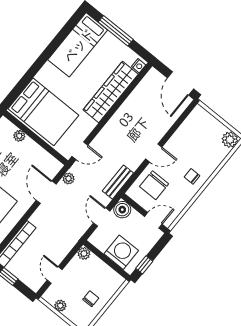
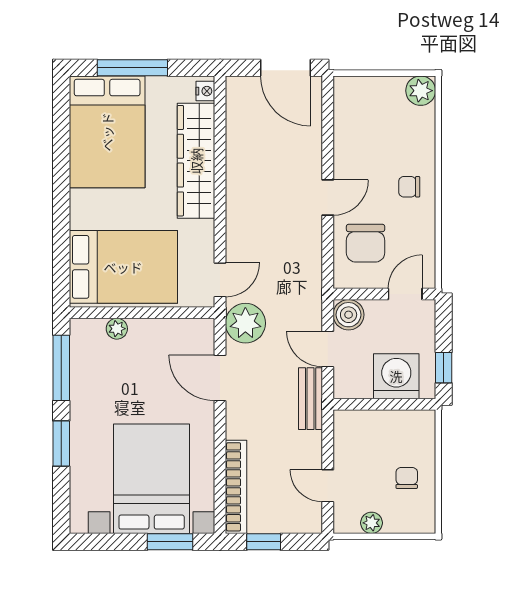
bed: (78, 45) -> (107, 132), width x1.50
plant: (69, 178) -> (245, 323), width x1.88, depth x1.88
bench: (118, 182) -> (311, 399), moved
plant: (84, 253) -> (345, 421), removed

